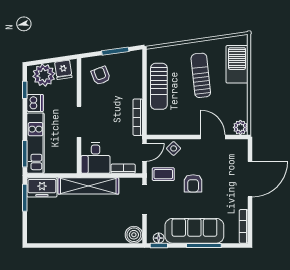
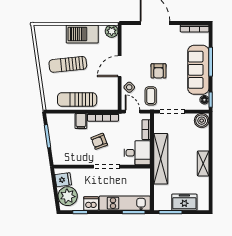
barbecue: (237, 64) -> (82, 34), moved
armchair: (101, 76) -> (99, 141), moved
sun lounger: (159, 86) -> (77, 100), turned 180
filing cabinet: (133, 91) -> (81, 121), added
door: (213, 137) -> (120, 66), moved
armchair: (193, 183) -> (158, 71), turned 90
freezer: (42, 187) -> (184, 202), moved, turned -90
shelving: (83, 237) -> (203, 163), added

